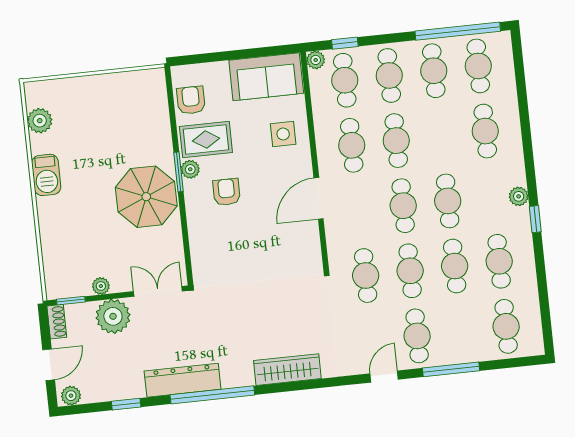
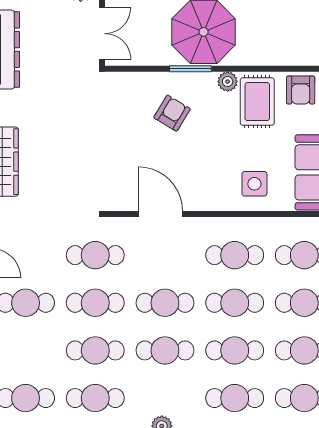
armchair: (191, 100) -> (301, 90), turned 90
cafe table: (441, 136) -> (235, 350), added
window: (178, 172) -> (190, 69), moved
armchair: (226, 192) -> (172, 113), moved, turned -59
door: (319, 198) -> (161, 214), moved

